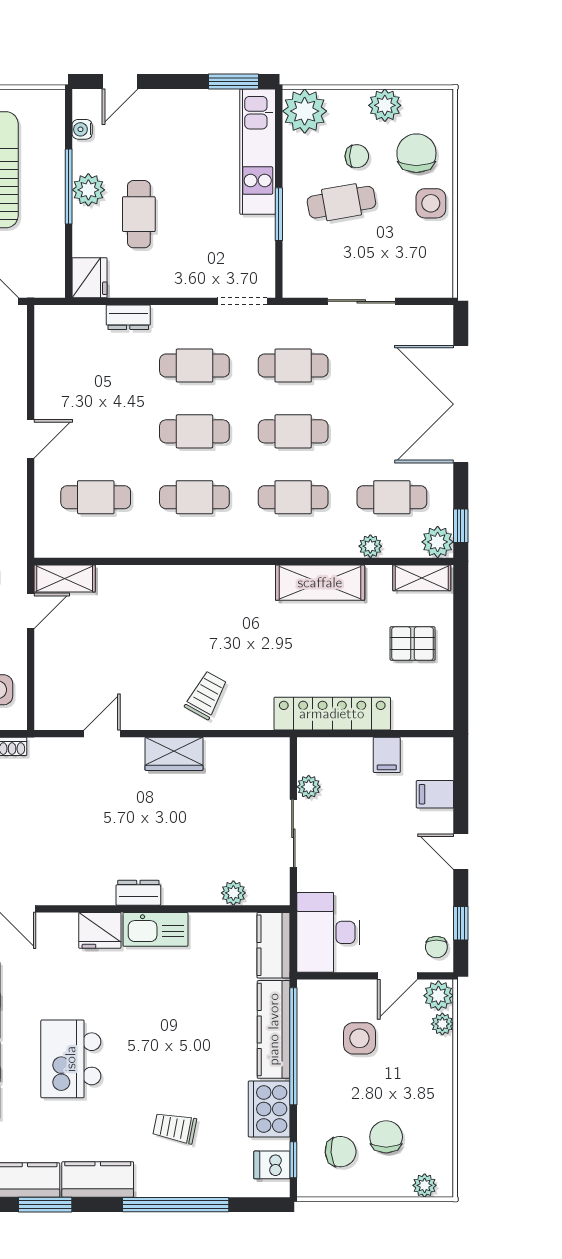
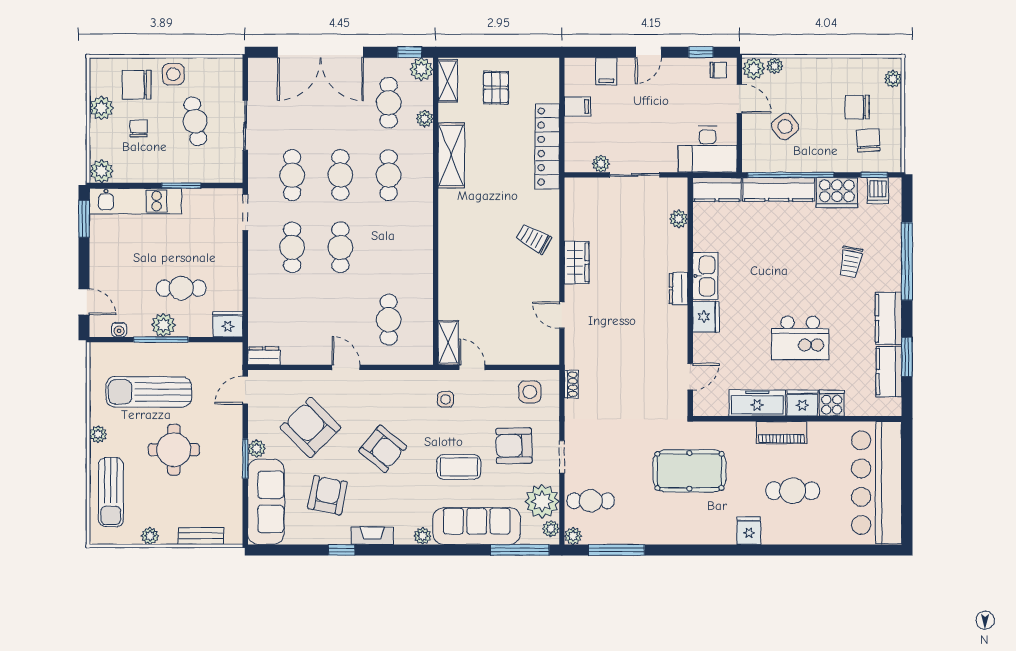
plant: (305, 111) -> (101, 171), width x0.73, depth x0.73
cafe table: (341, 202) -> (195, 121), moved
dresser: (128, 317) -> (264, 356), moved, turned -90
cafe table: (194, 497) -> (389, 247), removed
side table: (359, 1038) -> (785, 126), turned -37

